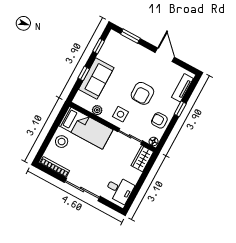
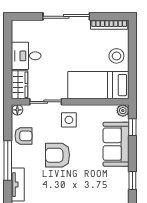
window: (84, 73) -> (132, 127), moved
armchair: (142, 93) -> (57, 155), turned -90
window: (180, 109) -> (8, 161), width x2.17
plant: (97, 110) -> (123, 111), moved
desk: (119, 190) -> (26, 56), moved

